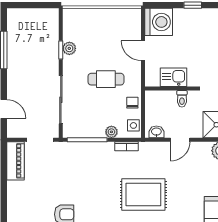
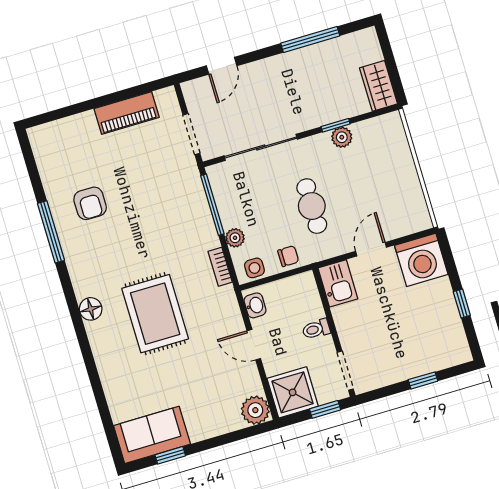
wardrobe: (45, 17) -> (378, 86), added
kitchen sink: (173, 77) -> (338, 283), moved
piano: (15, 161) -> (127, 113), moved

